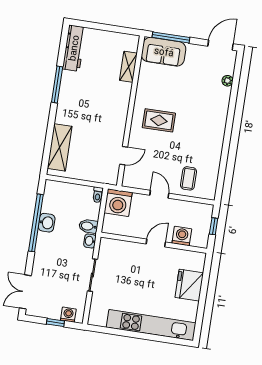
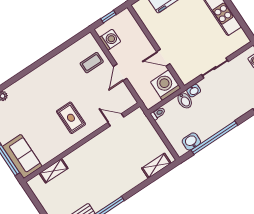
shelving: (60, 147) -> (156, 166), width x0.67, depth x0.75
washing machine: (118, 203) -> (166, 85), moved, turned -90
washbasin: (47, 223) -> (191, 141), moved
washing machine: (182, 236) -> (110, 40), moved, turned 180
door: (156, 243) -> (163, 58), moved

